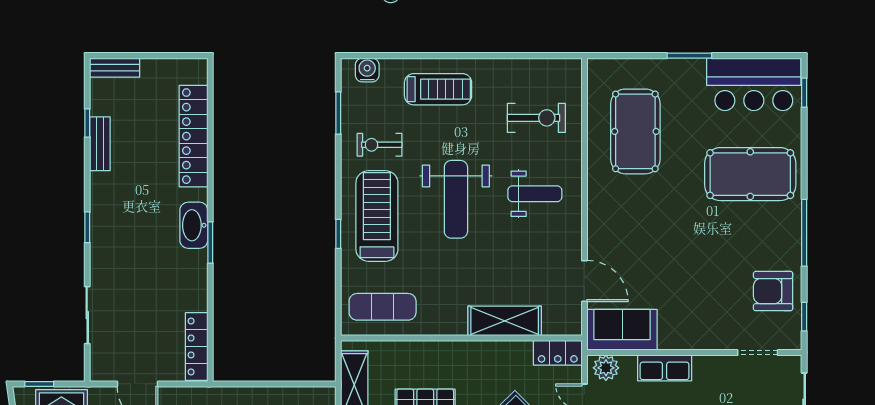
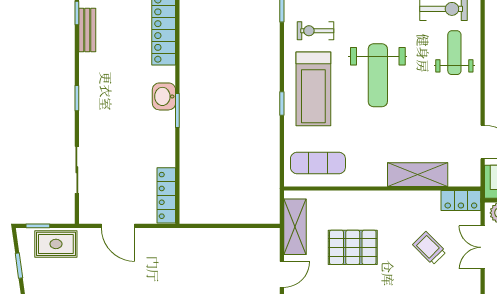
weight bench: (535, 194) -> (454, 53), moved, turned -90
treadmill: (377, 216) -> (313, 89), turned 180
washbasin: (194, 225) -> (164, 96), width x0.72

